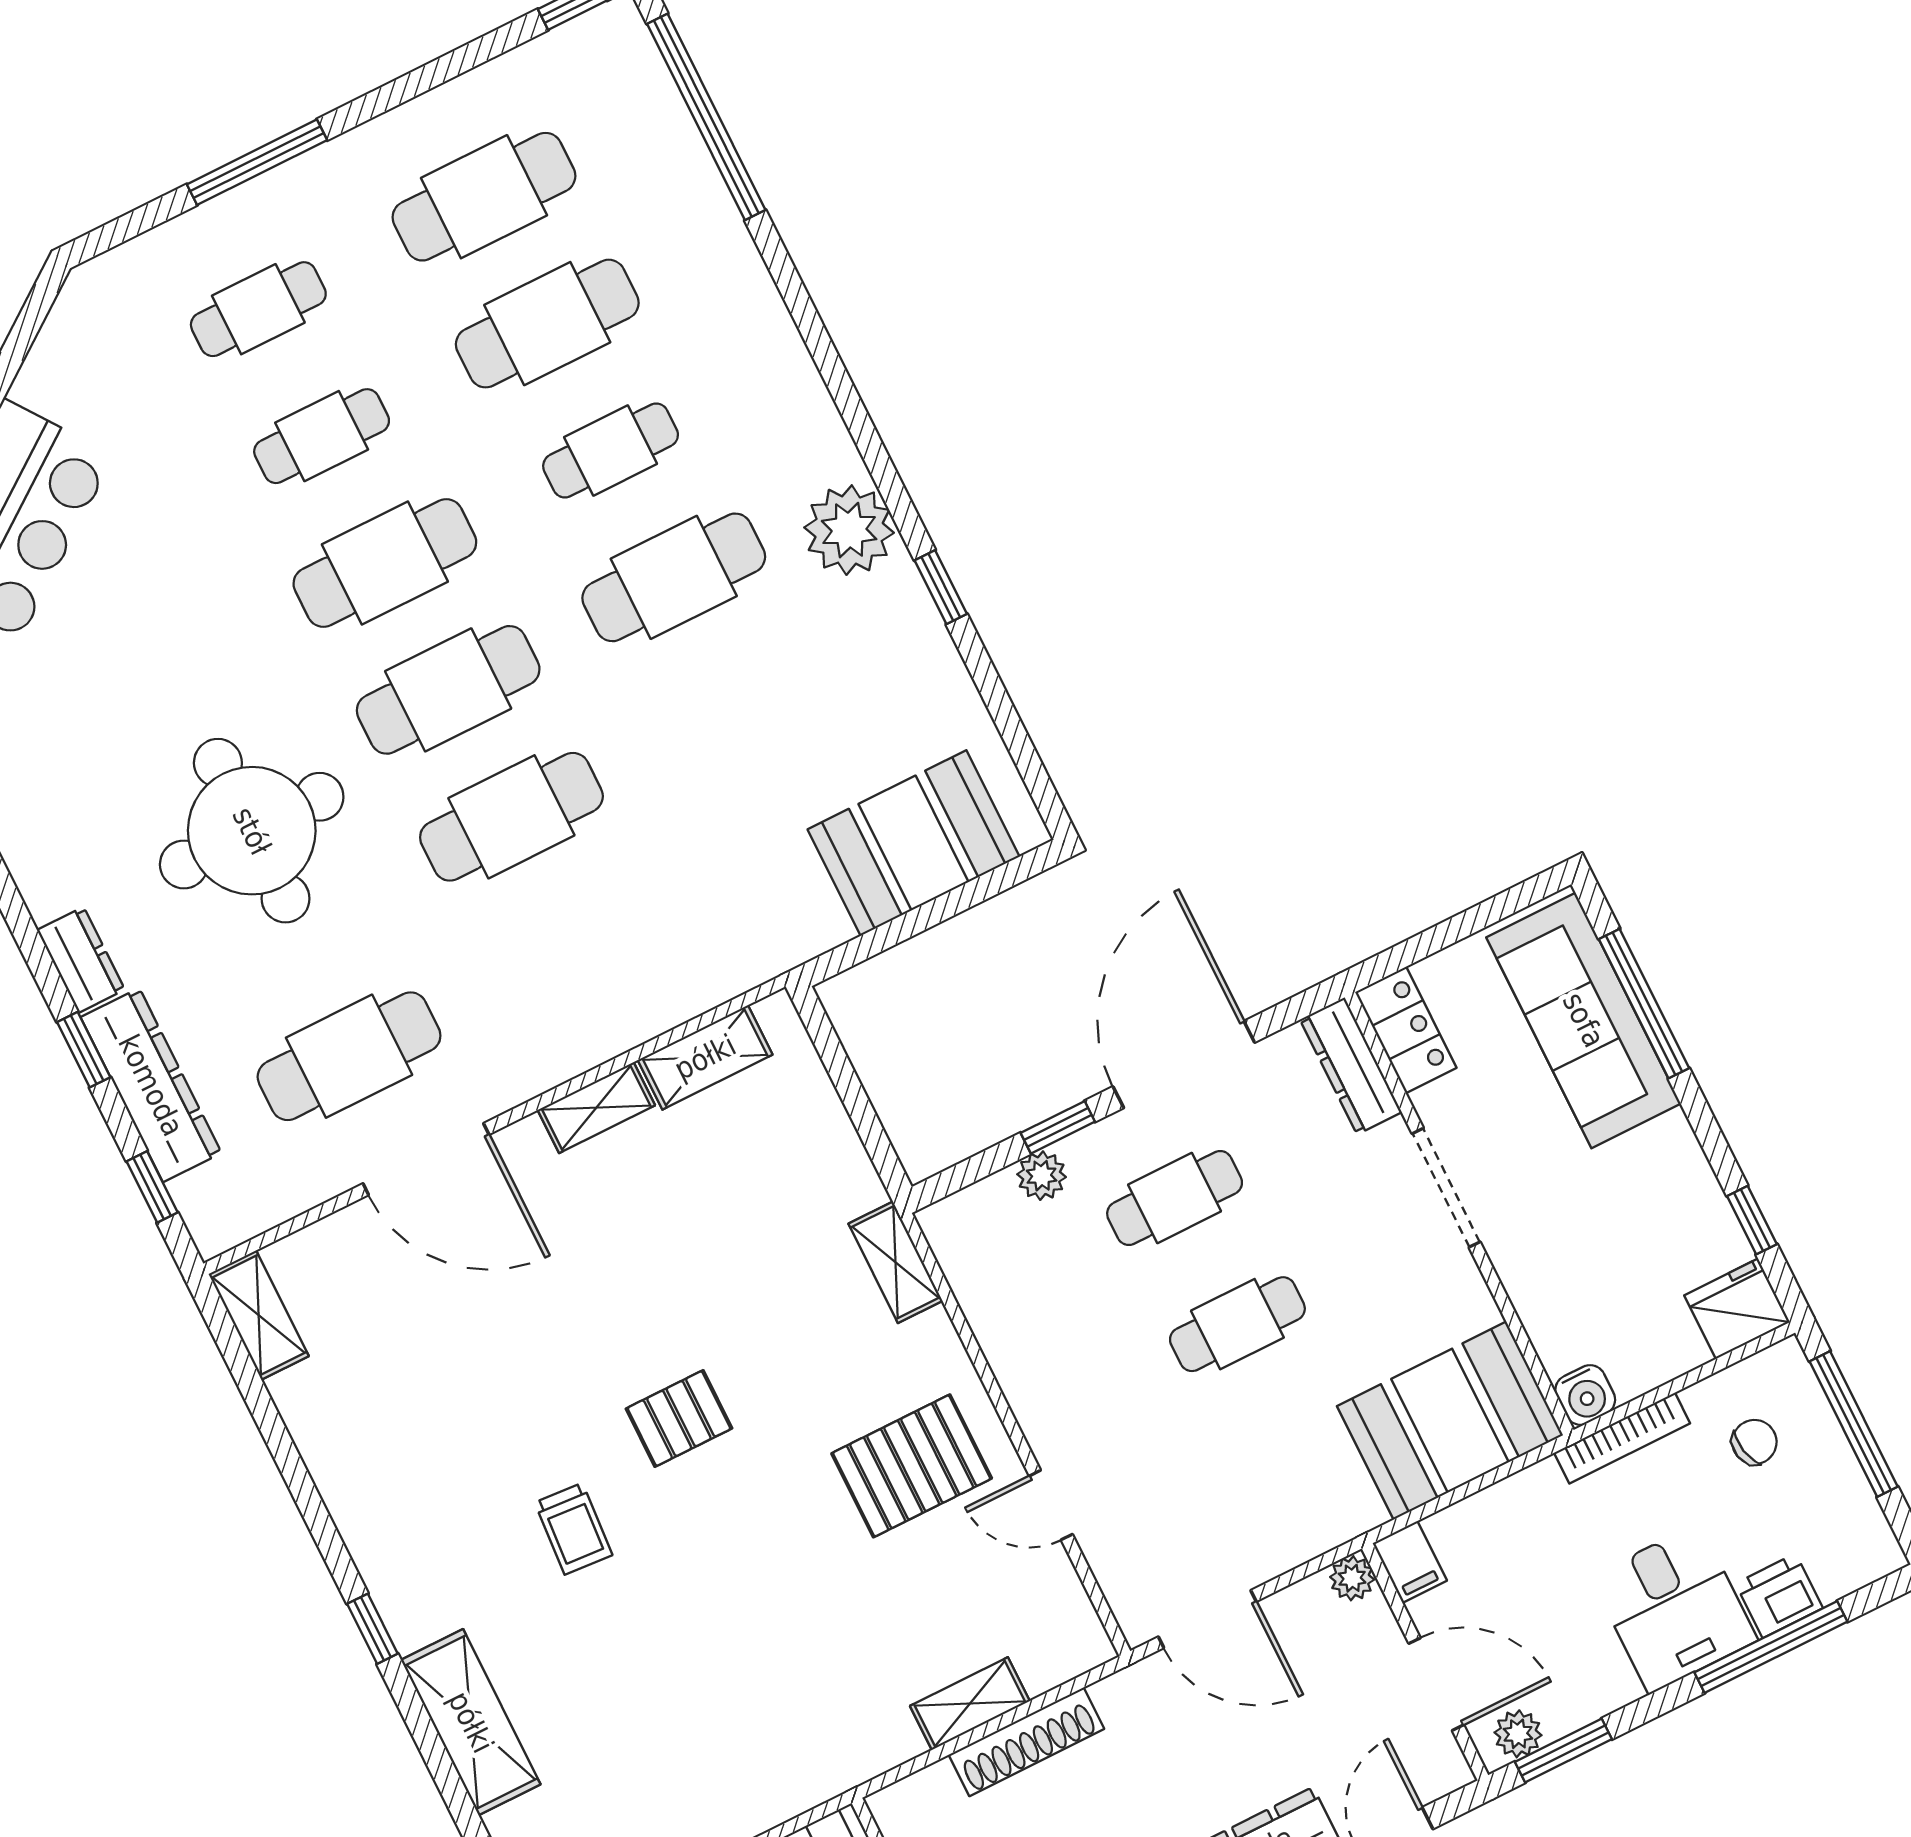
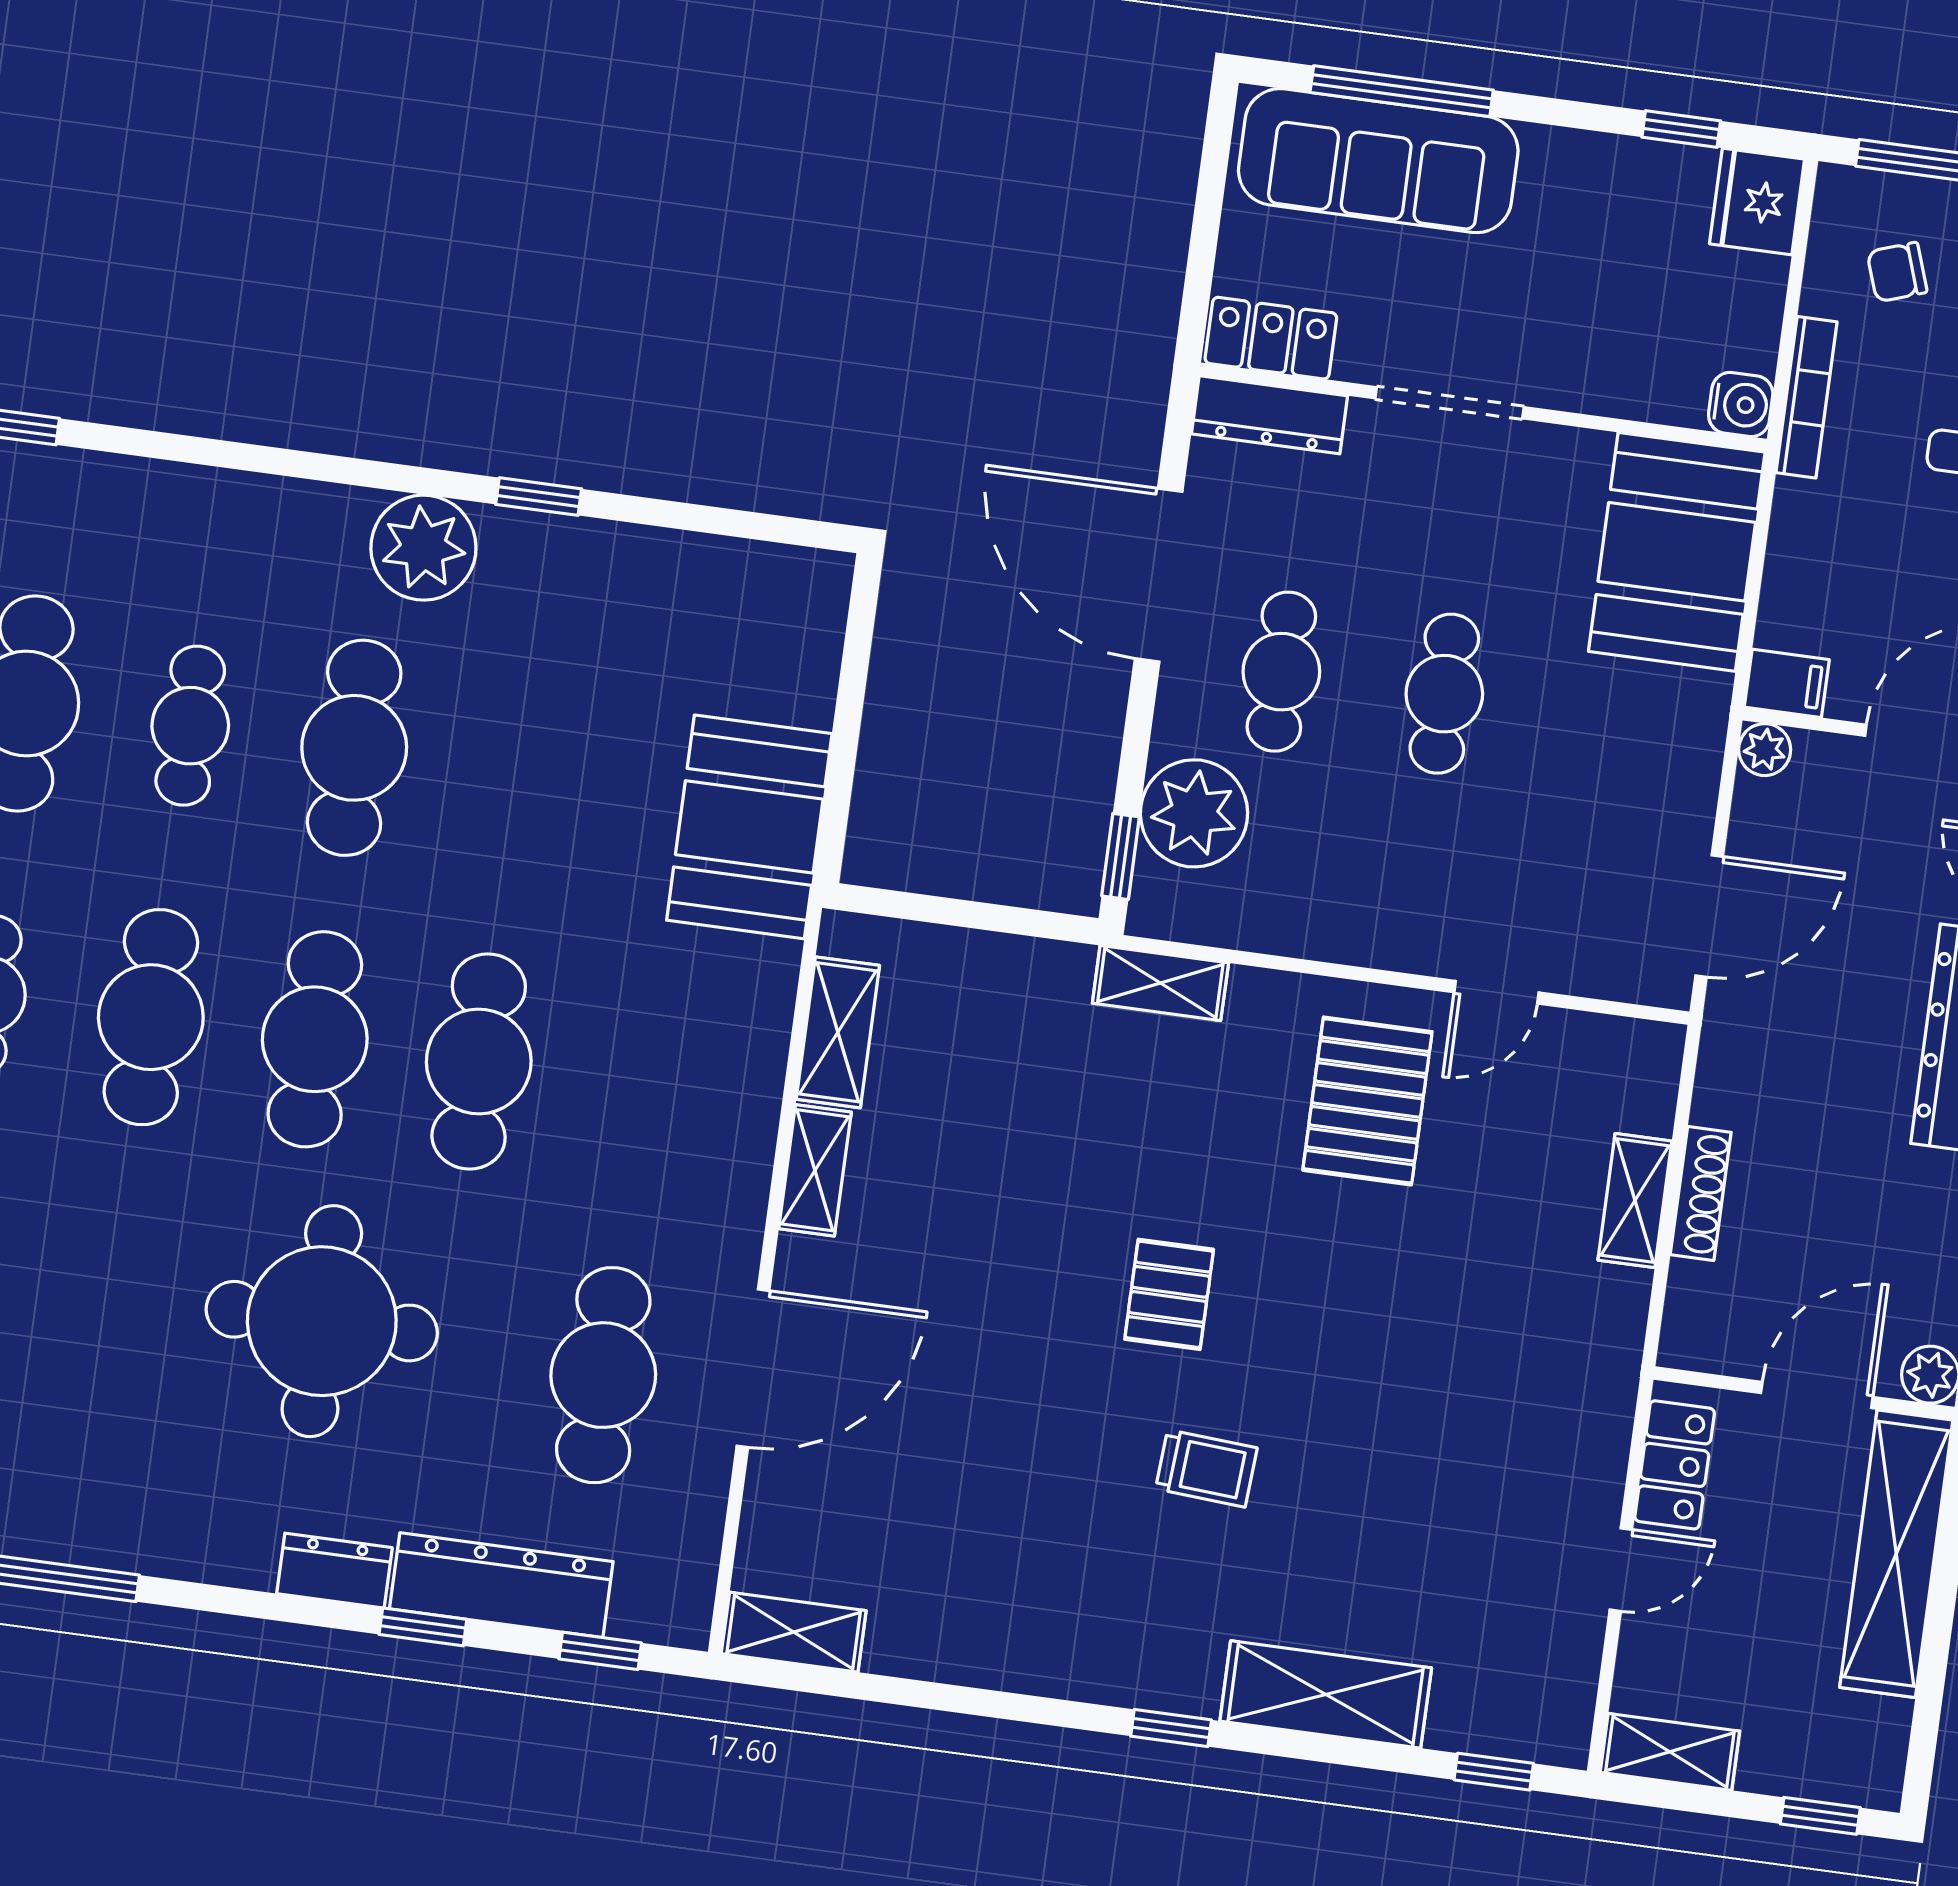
booth: (914, 843) -> (749, 827), moved
window: (1058, 1127) -> (1121, 856), moved
plant: (1042, 1176) -> (1194, 813), width x1.88, depth x1.88
chair: (1754, 1442) -> (1897, 272), turned -97
shoe rack: (1026, 1742) -> (1701, 1194), width x0.74, depth x0.81

